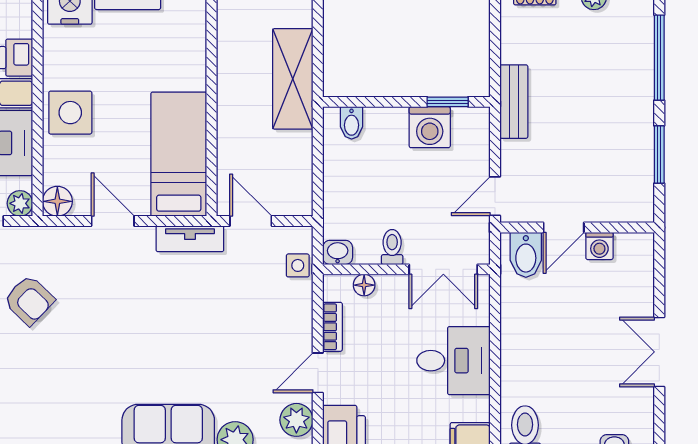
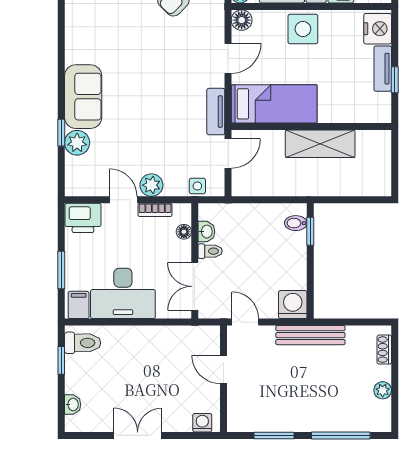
shelving: (293, 79) -> (320, 144), moved
window: (448, 102) -> (310, 231), moved
bench: (514, 102) -> (310, 335), width x1.36
washing machine: (430, 127) -> (293, 305), moved, turned 90
washing machine: (599, 246) -> (202, 423), moved, turned 90
washbasin: (338, 252) -> (206, 232), moved
bidet: (526, 255) -> (205, 343), removed
desk: (453, 361) -> (123, 293), width x1.37
plant: (296, 420) -> (151, 185), moved

